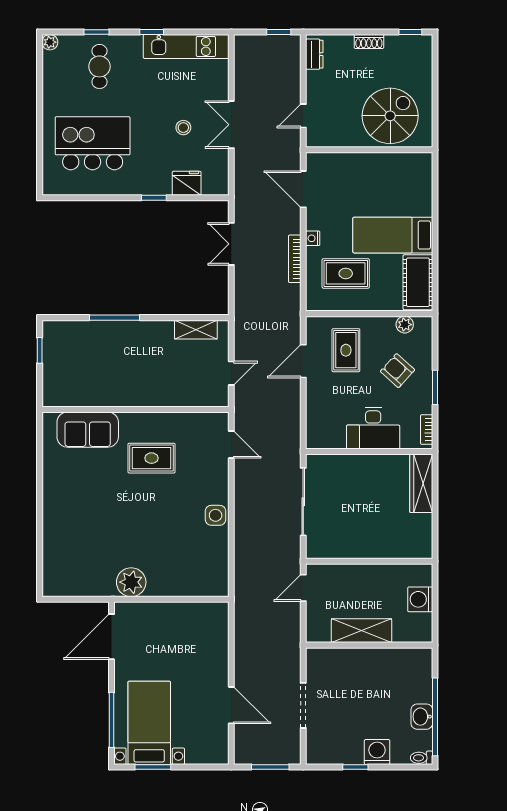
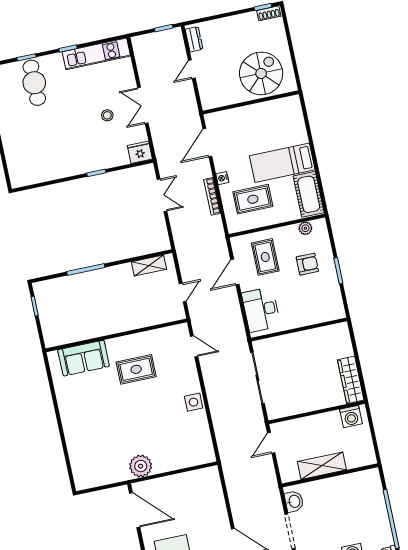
shoe rack: (369, 42) -> (269, 13), moved
cafe table: (99, 66) -> (34, 83), width x1.37, depth x1.35
door: (303, 116) -> (192, 69), moved
kitchen island: (93, 143) -> (41, 142), removed
fridge: (187, 183) -> (140, 152), moved
door: (303, 189) -> (207, 143), hinge flipped
double door: (231, 244) -> (162, 195), swing flipped
armchair: (397, 371) -> (307, 264), turned 138
desk: (373, 428) -> (261, 310), moved, turned 90
bookcase: (427, 429) -> (339, 304), removed
wardrobe: (421, 483) -> (351, 380), moved
washing machine: (420, 599) -> (351, 417), moved, turned -90
door: (112, 637) -> (135, 510), swing flipped
washbasin: (422, 717) -> (294, 501), moved, turned 180

